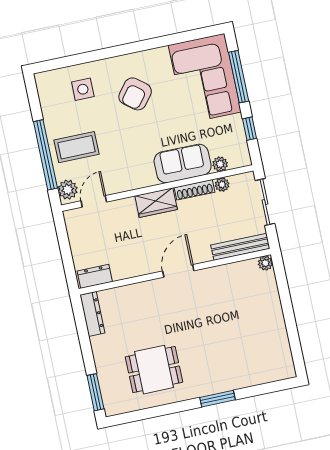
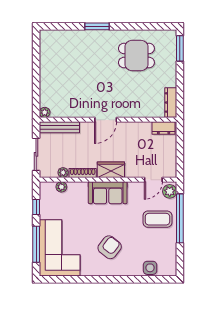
side table: (83, 89) -> (150, 268), moved
sofa: (183, 164) -> (108, 193), moved

